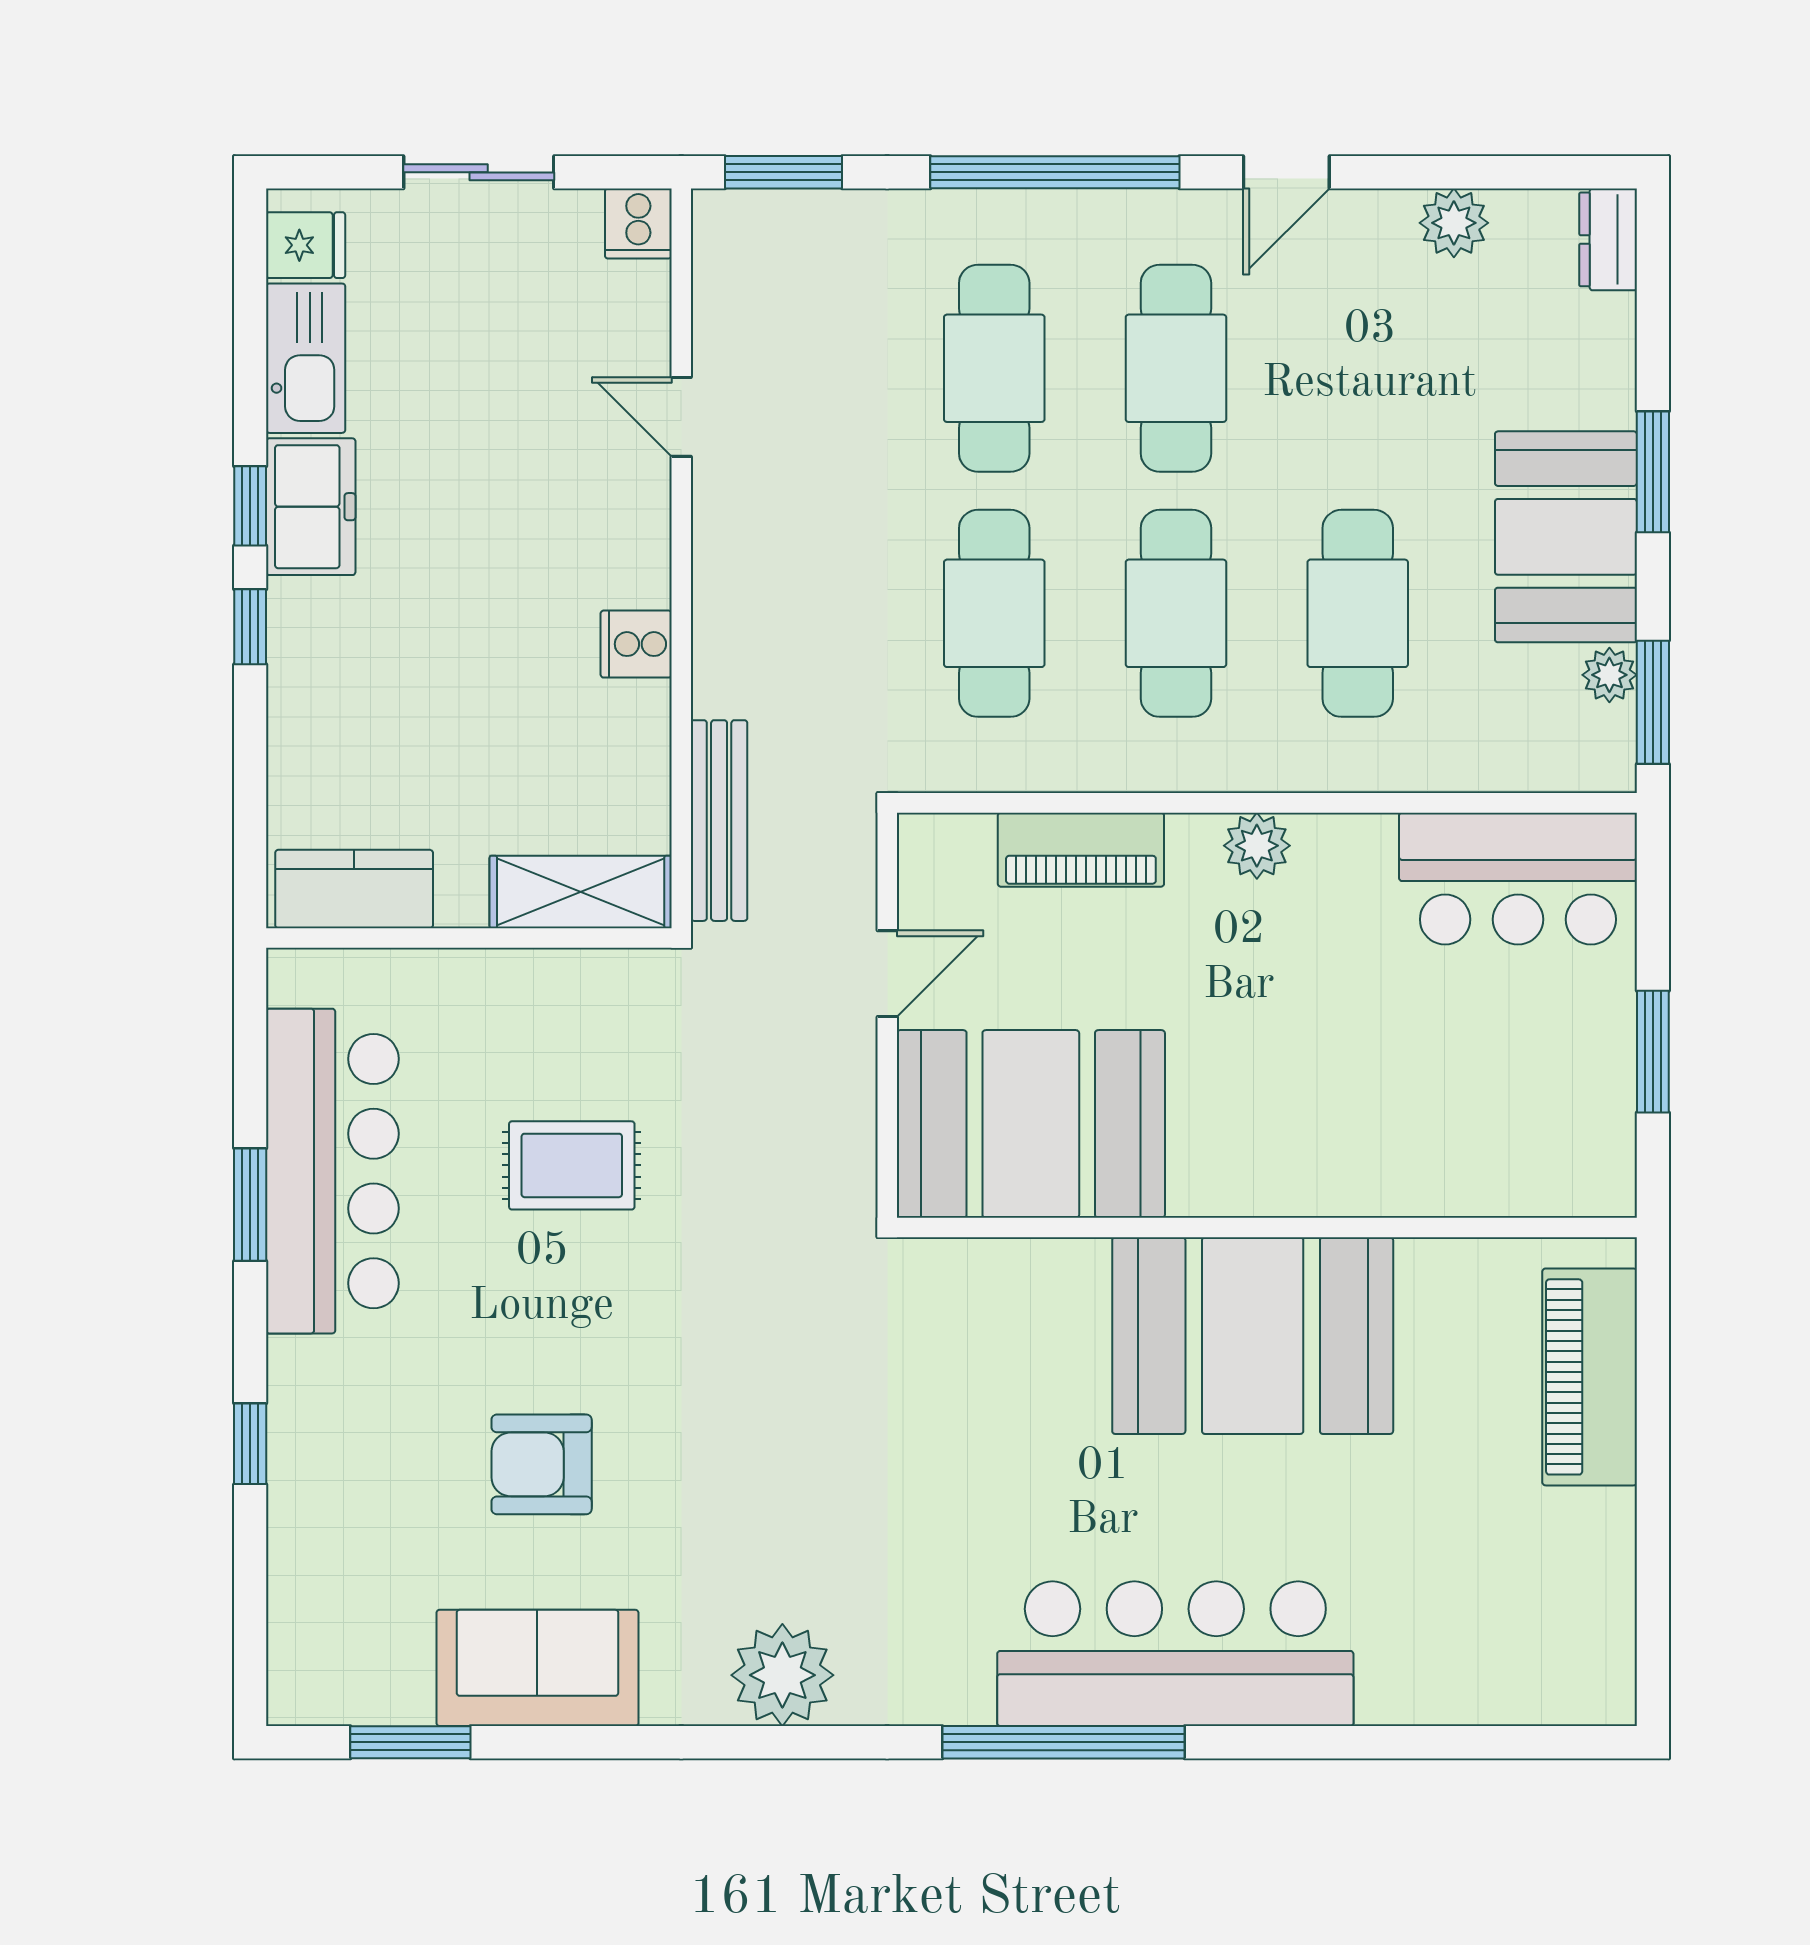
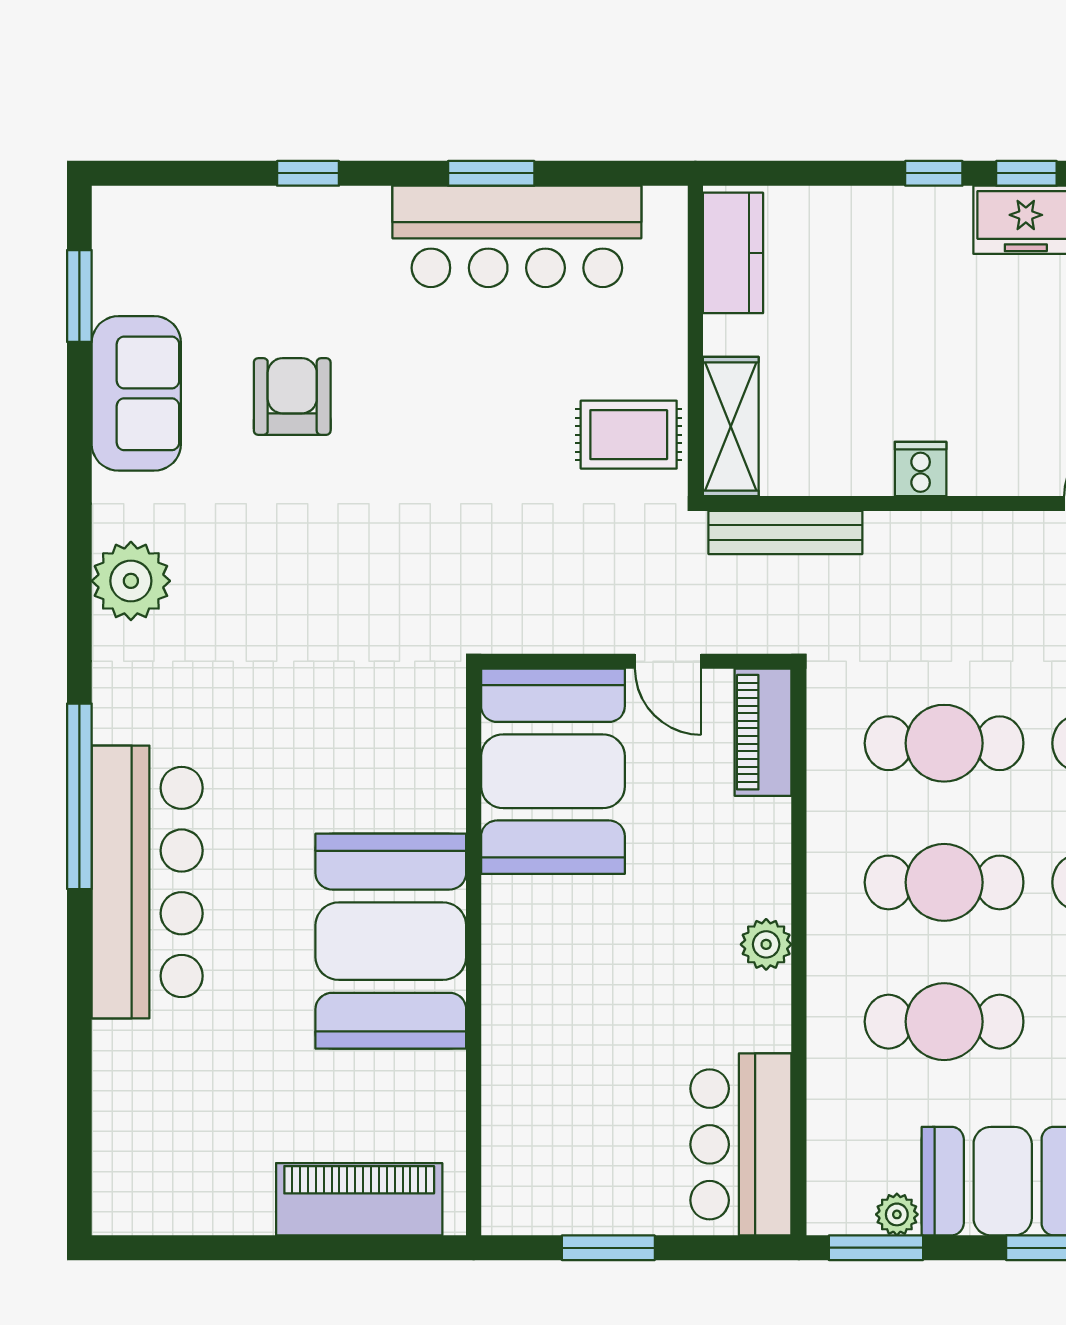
piano: (1081, 850) -> (763, 732), moved
rug: (572, 1165) -> (629, 435), moved, turned 90

